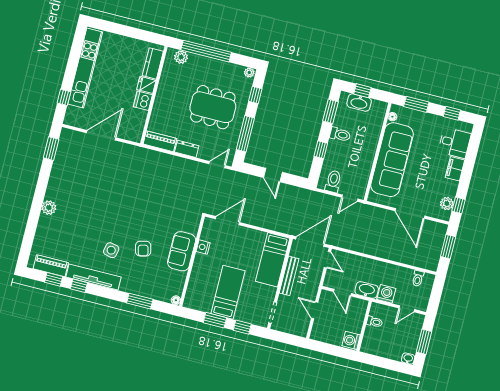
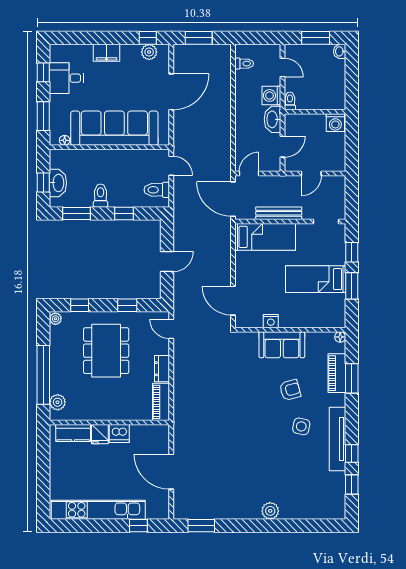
window: (245, 134) -> (127, 305), width x0.46
desk: (455, 143) -> (66, 78), moved, turned -90
piano: (51, 266) -> (337, 373), moved
toilet: (375, 322) -> (290, 101), moved

